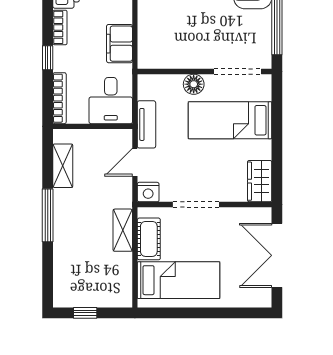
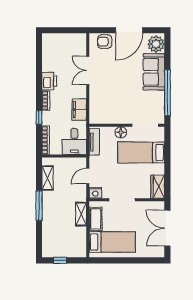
tv unit: (146, 124) -> (94, 142), moved

